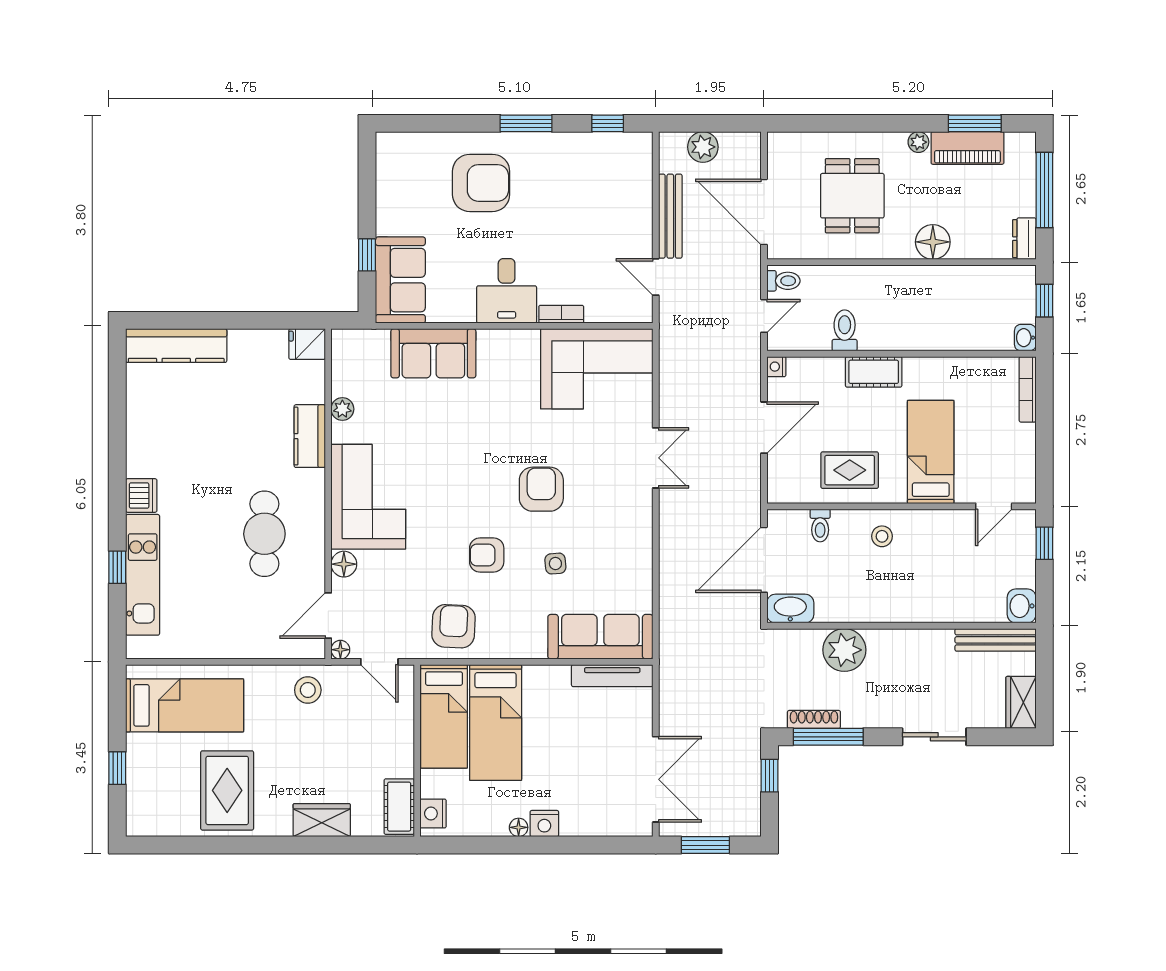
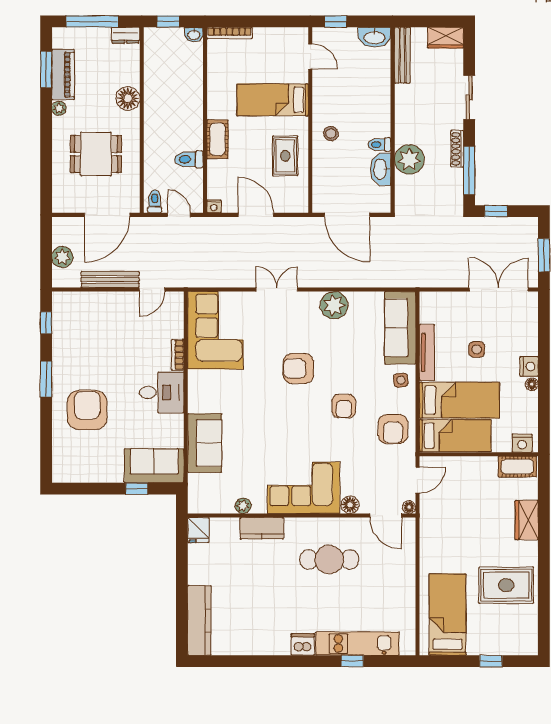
toilet: (820, 526) -> (379, 145), moved, turned 180
plant: (633, 541) -> (334, 305), added
side table: (555, 564) -> (401, 380), moved
washbasin: (1022, 606) -> (374, 37), width x1.38
washbasin: (790, 609) -> (381, 169), moved
armchair: (453, 626) -> (393, 429), turned -93
tv unit: (612, 676) -> (427, 352), moved
stool: (308, 690) -> (437, 530), removed
shoe rack: (814, 719) -> (457, 149), moved
side table: (569, 748) -> (477, 349), added

